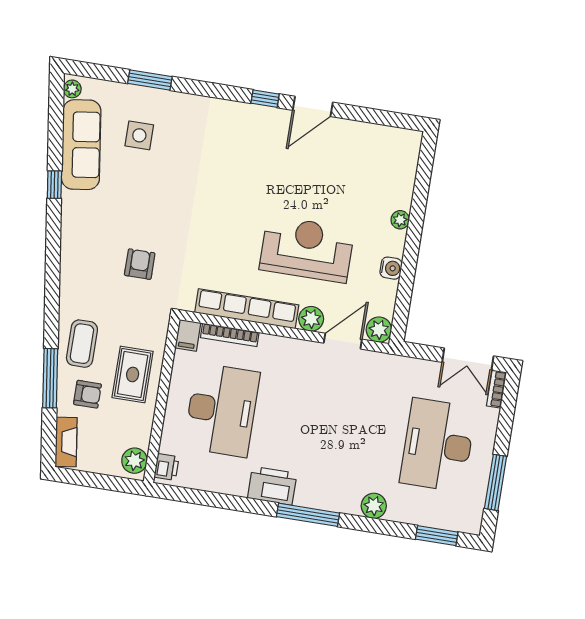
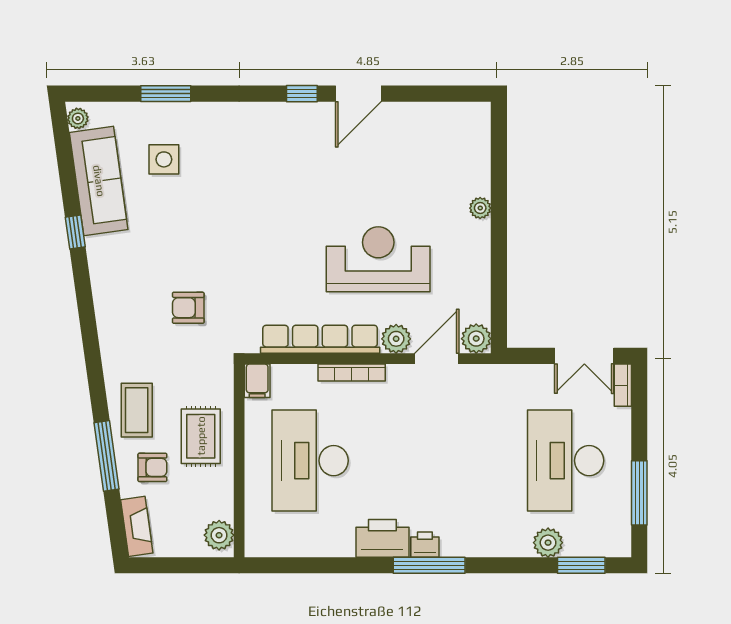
armchair: (140, 264) -> (188, 308), turned -90
water cooler: (391, 268) -> (479, 265), removed
bookcase: (230, 335) -> (352, 372), moved
desk: (222, 410) -> (310, 461), turned 180
printer: (167, 467) -> (425, 545), moved, turned -90
plant: (374, 506) -> (548, 543), moved

